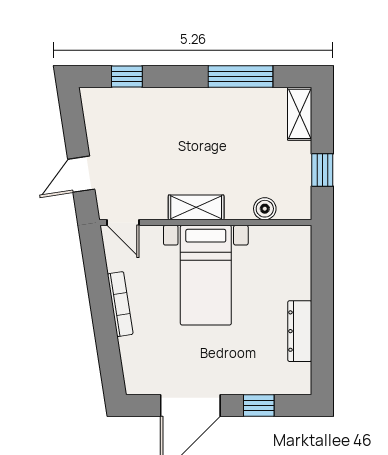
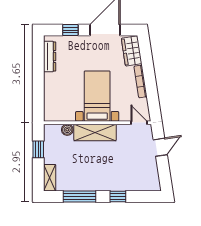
window: (127, 77) -> (118, 197), moved
shelving: (196, 207) -> (95, 132), width x1.50, depth x1.33
dresser: (300, 331) -> (50, 56), moved
wardrobe: (138, 364) -> (132, 51), added

